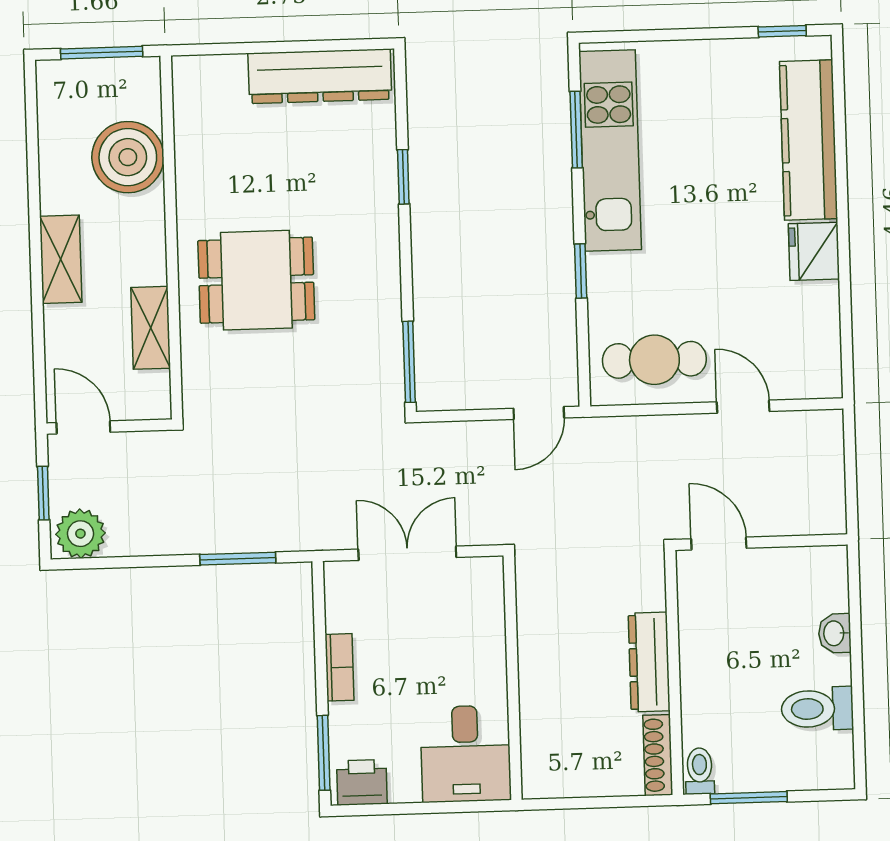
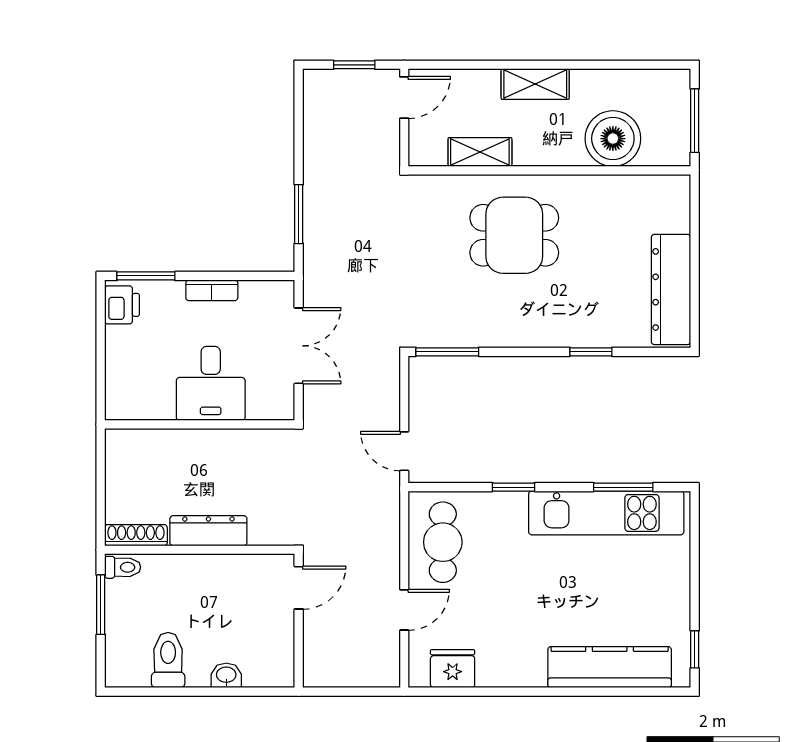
fridge: (814, 251) -> (453, 669), moved
dining table: (256, 280) -> (514, 235), turned 90
plant: (80, 534) -> (322, 93), removed
desk: (466, 754) -> (211, 383), moved, turned -90

